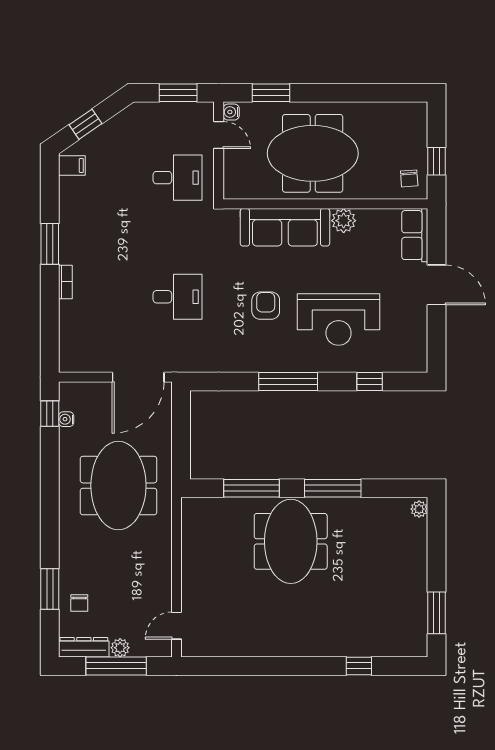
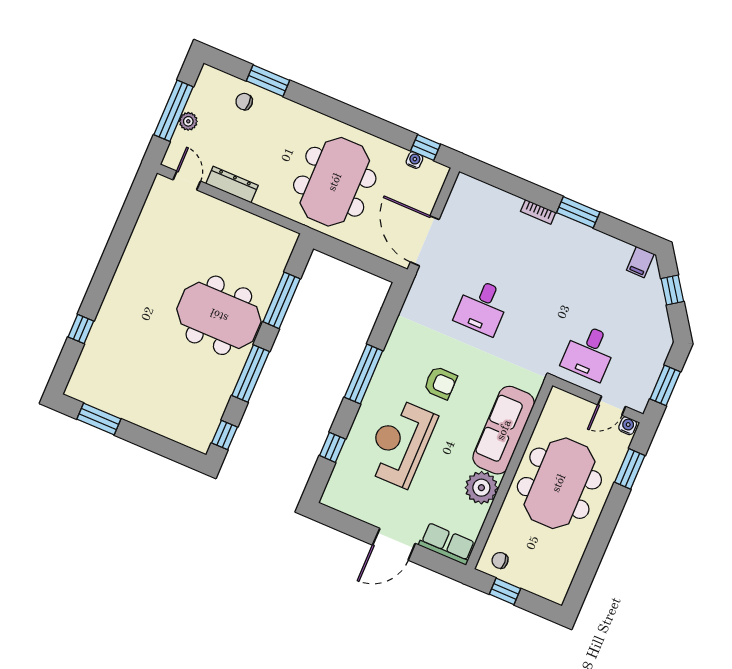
plant: (344, 221) -> (481, 488), width x1.36, depth x1.36
meeting table: (118, 486) -> (335, 182), turned 90
window: (401, 488) -> (224, 435), added
plant: (419, 509) -> (199, 443), removed
dresser: (84, 647) -> (232, 185), moved, turned -90

